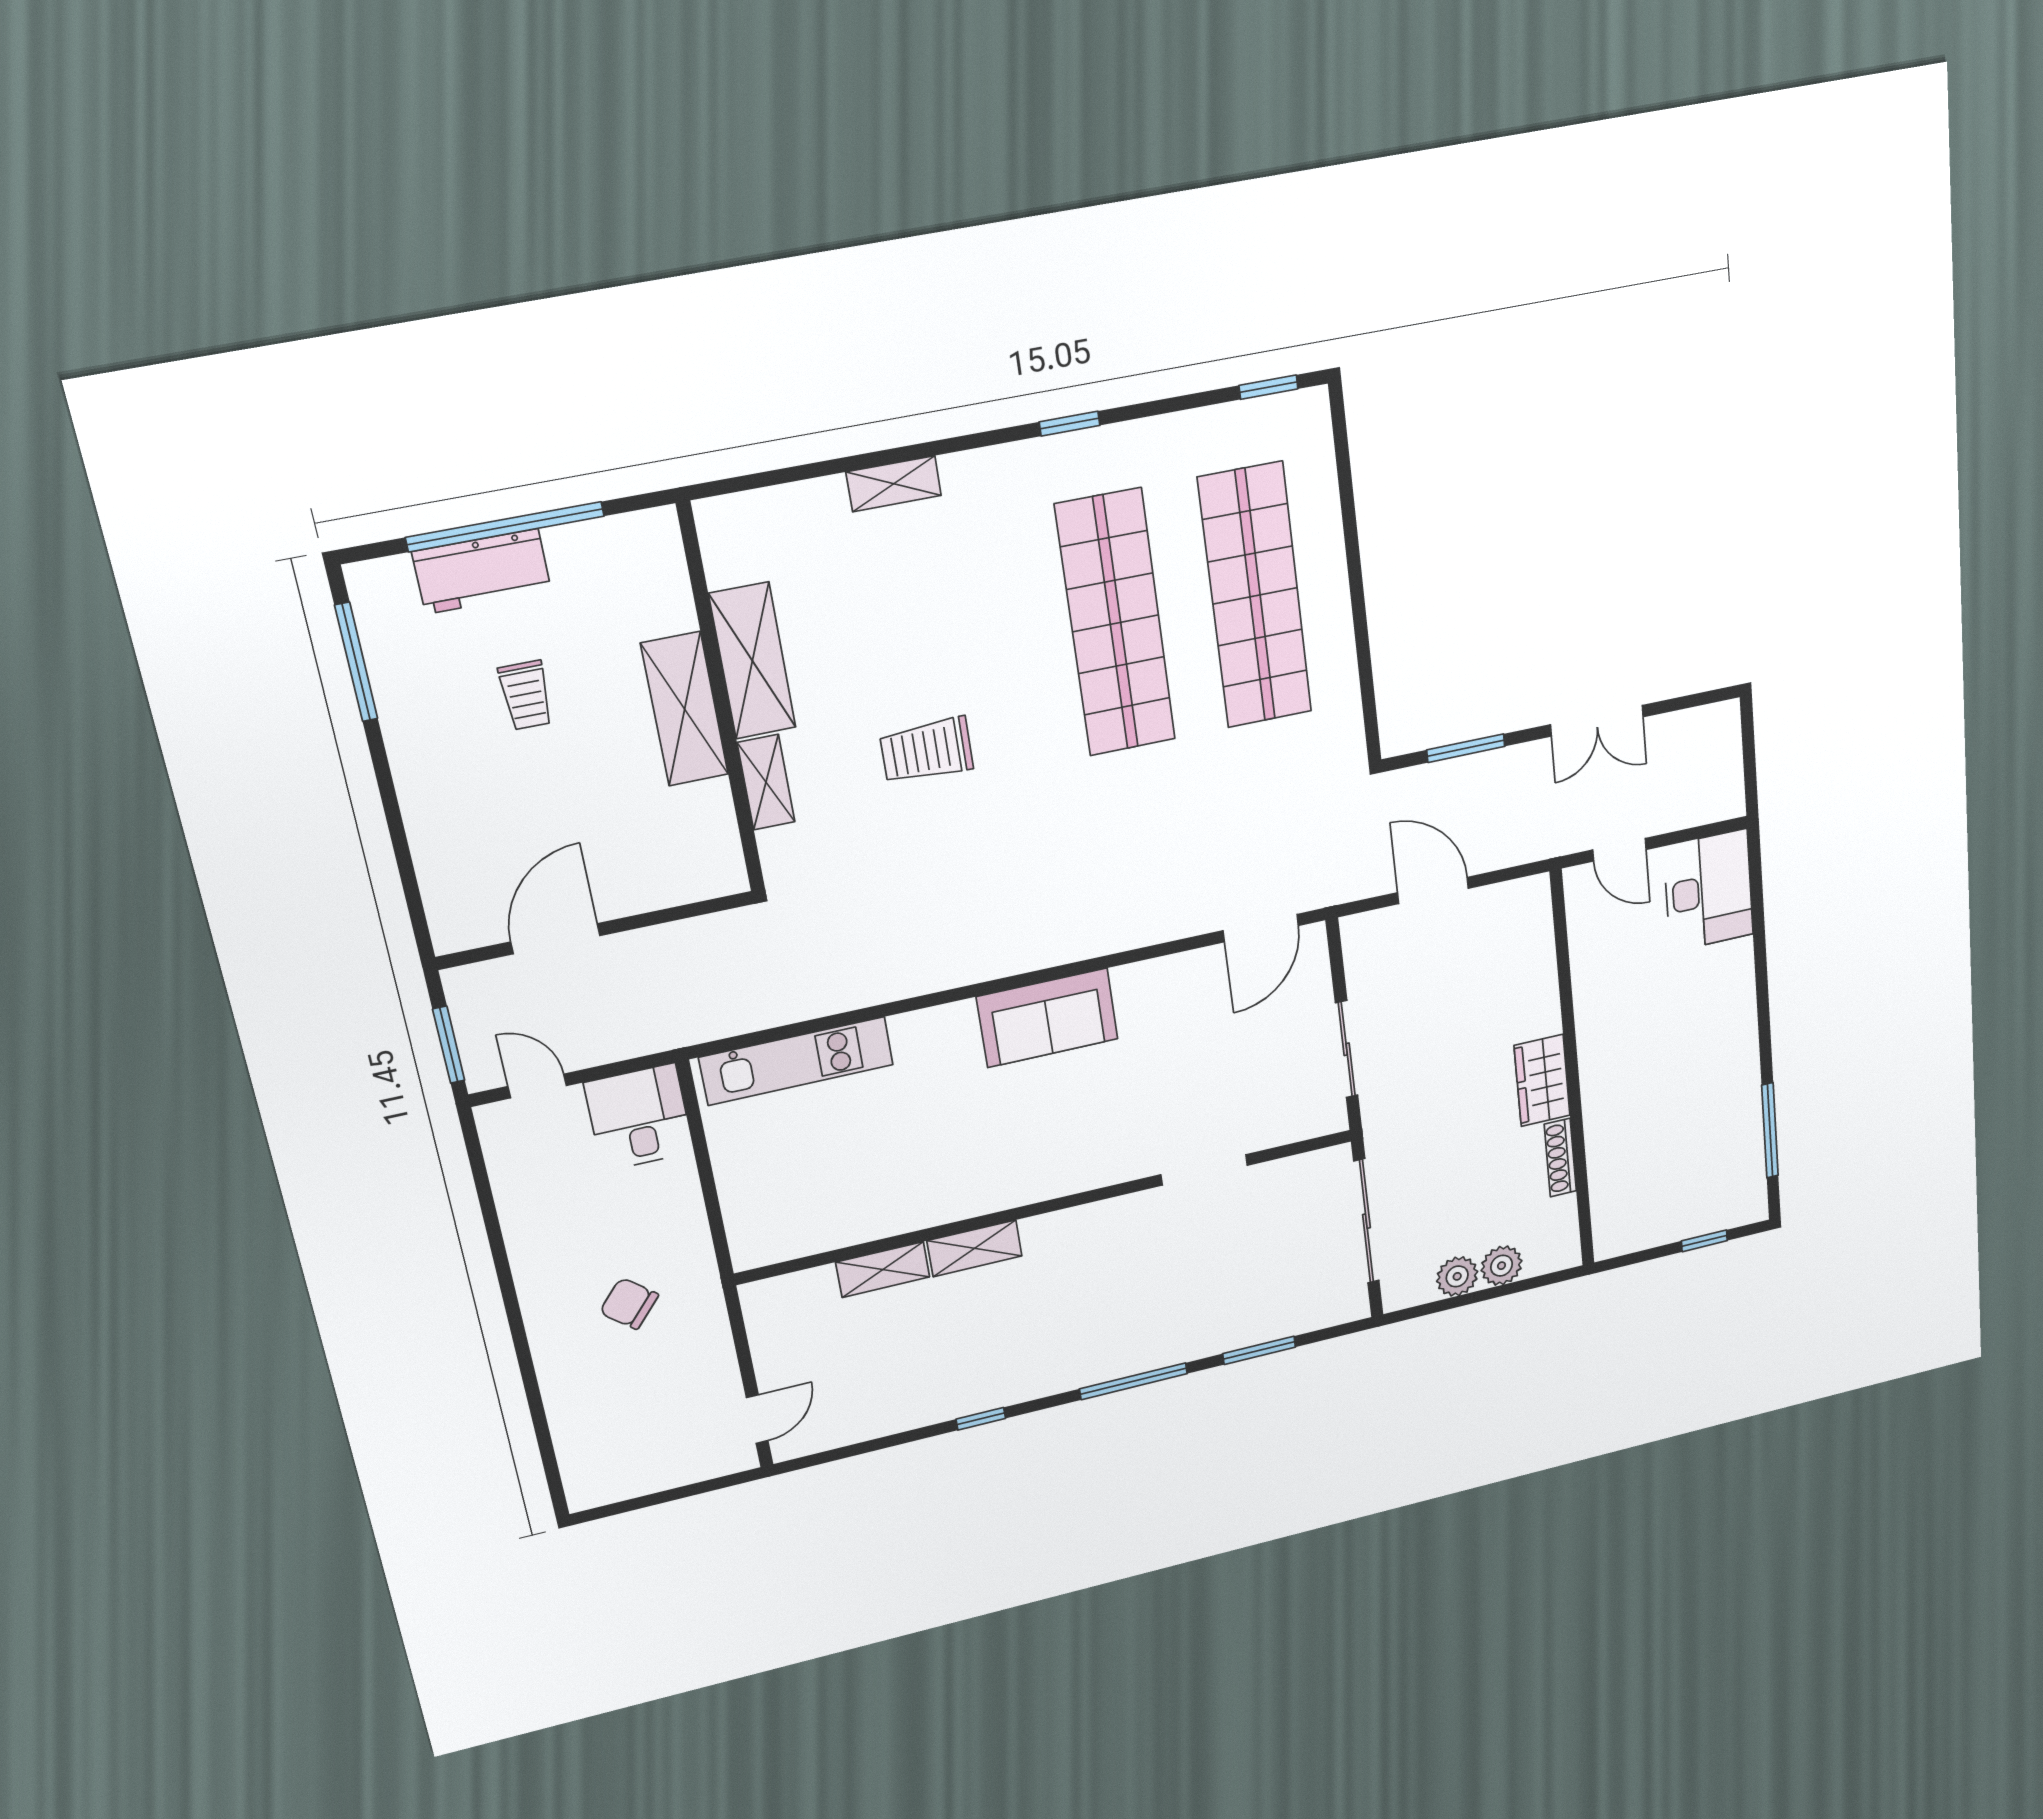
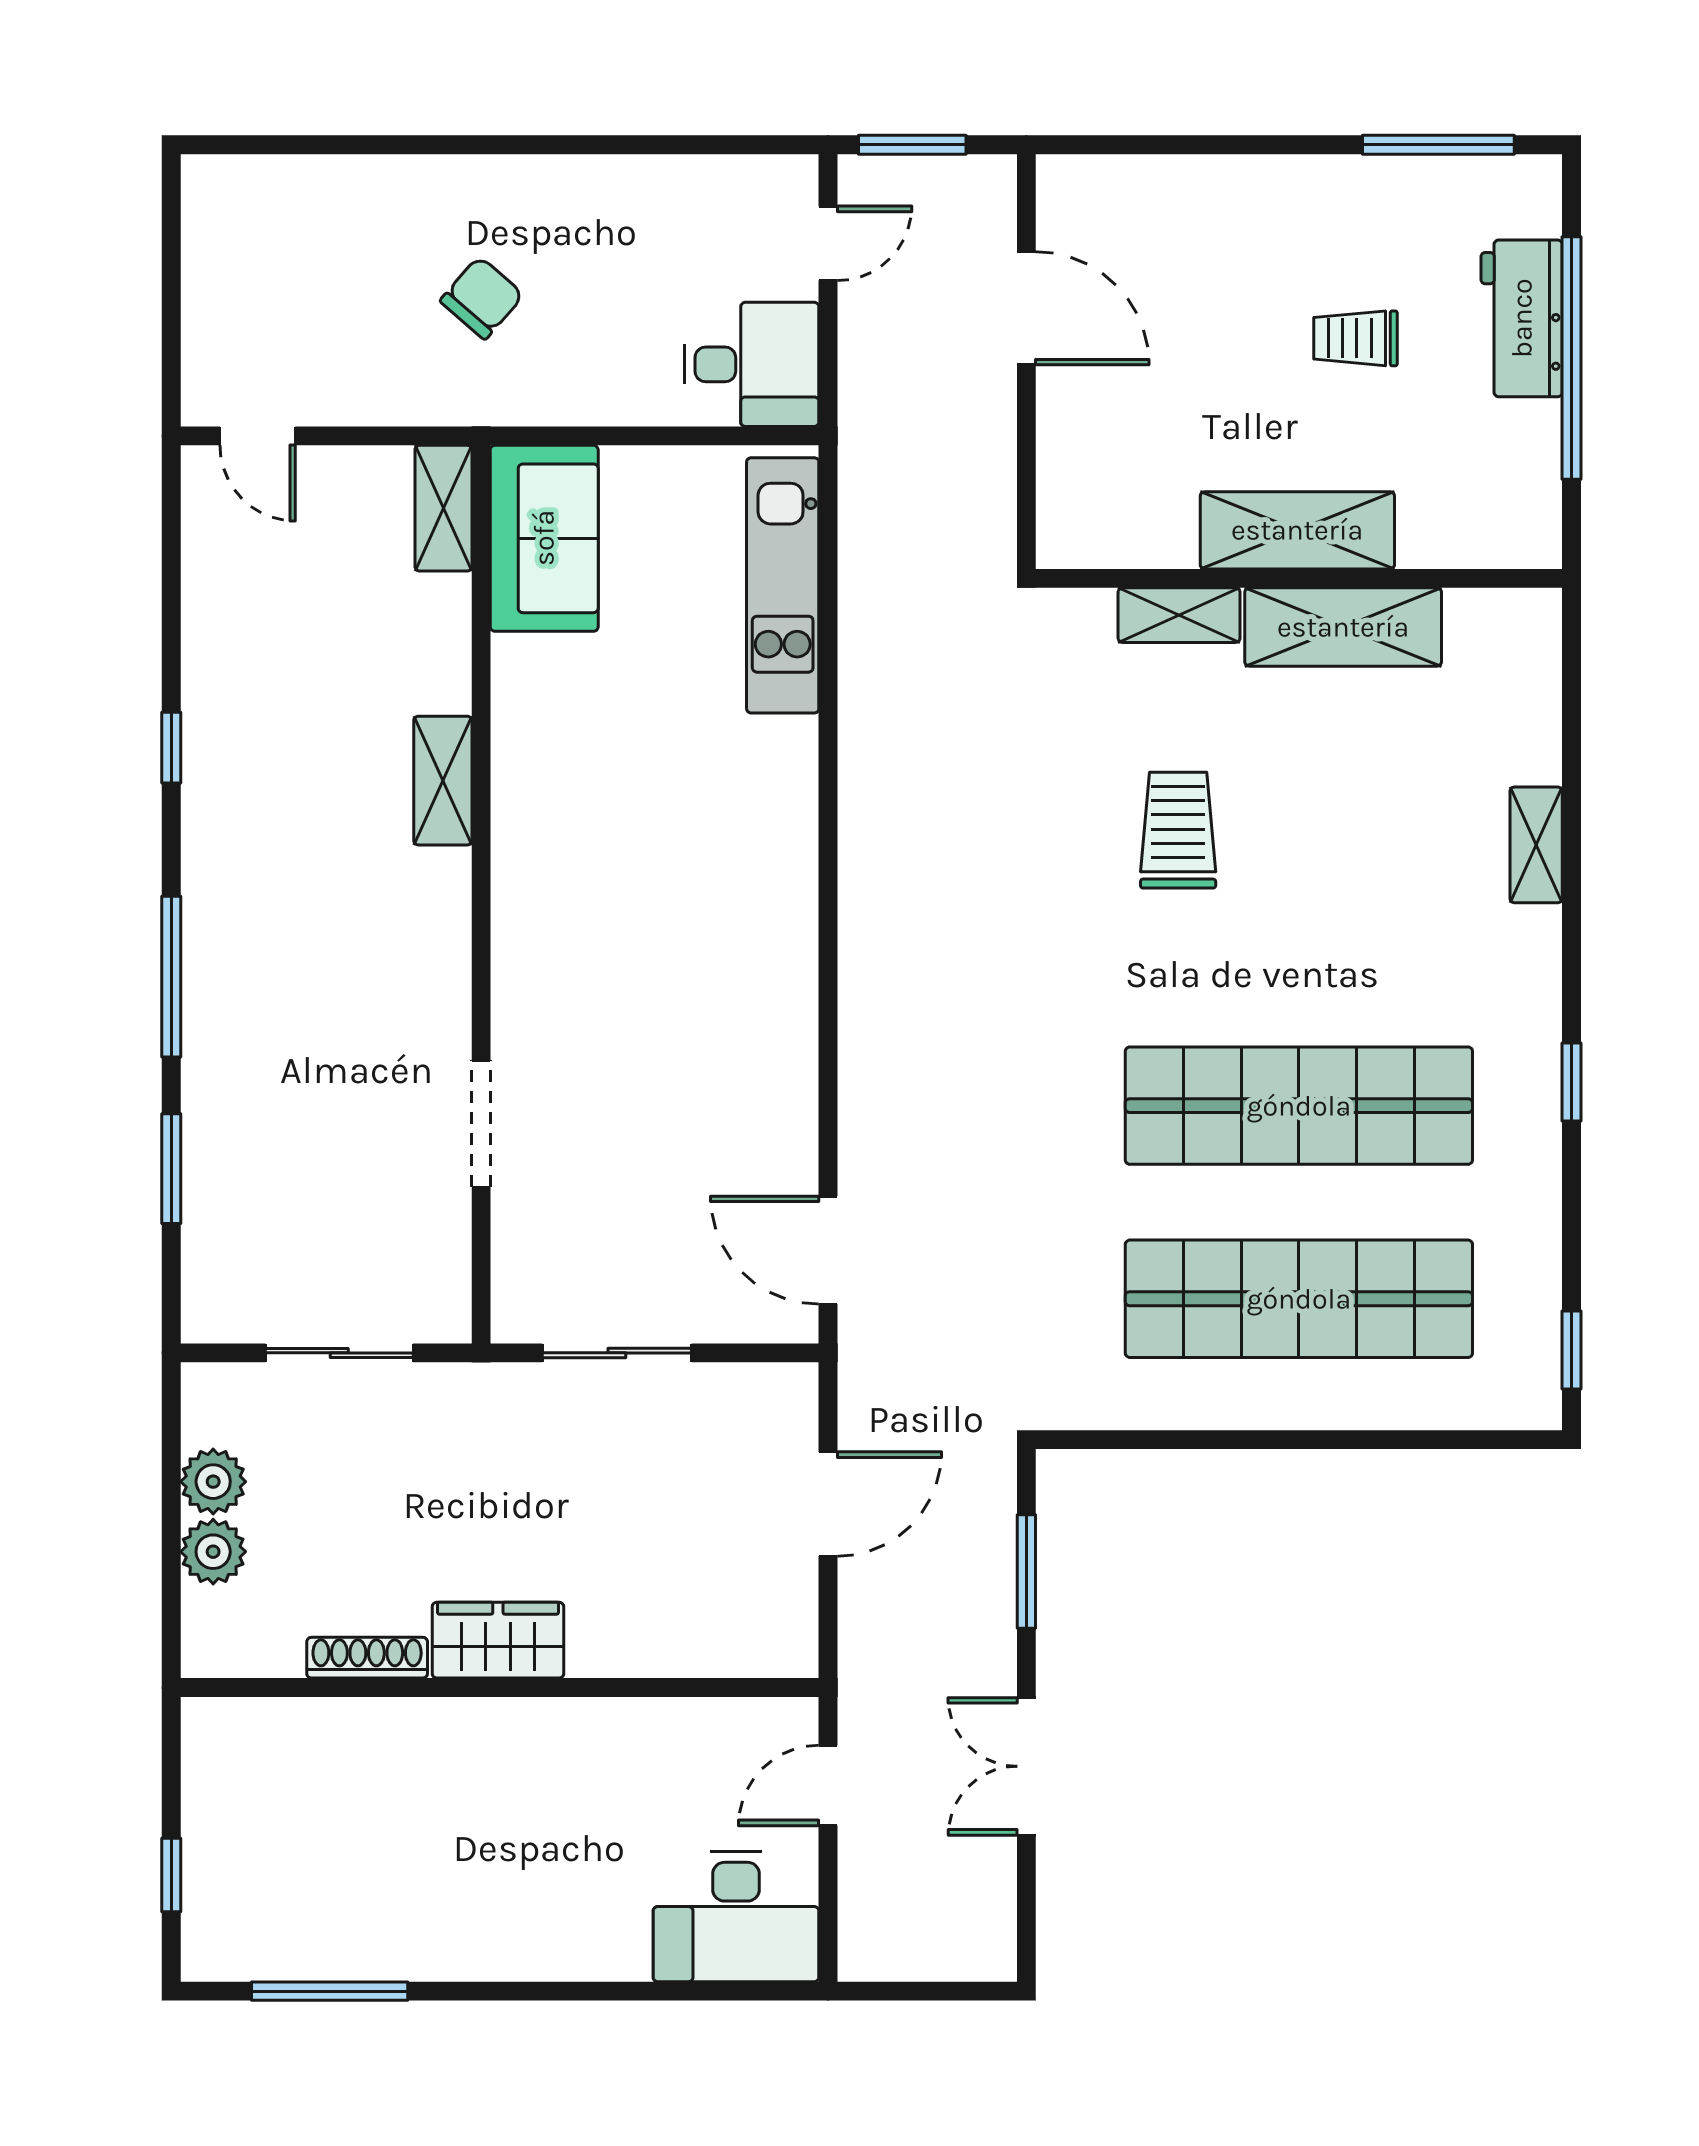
sofa: (1047, 1018) -> (544, 538), moved, turned 180
sliding door: (1366, 1221) -> (339, 1353), width x0.73
shelving: (883, 1270) -> (443, 508), moved

